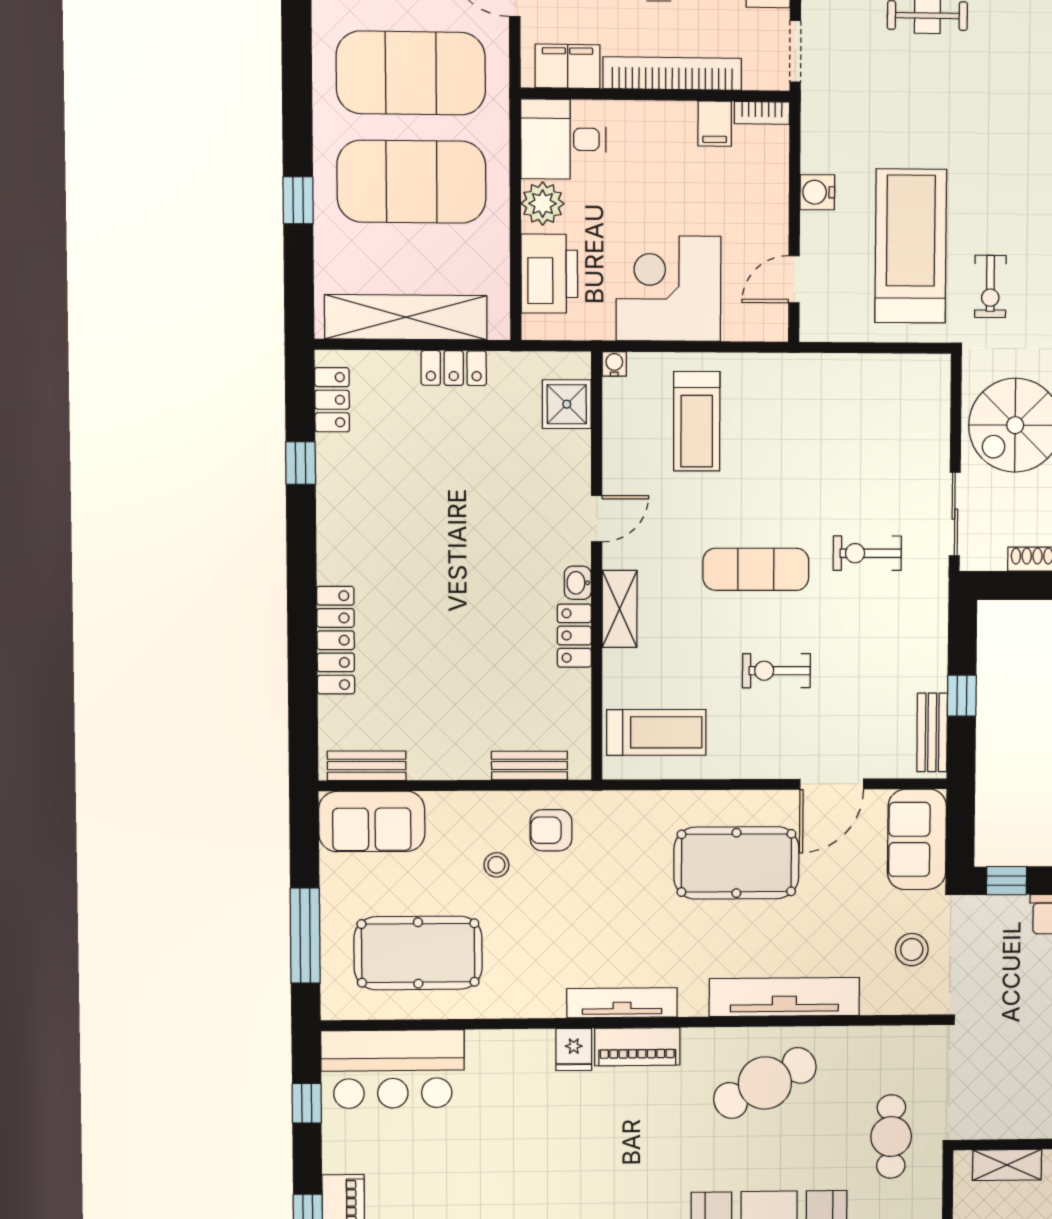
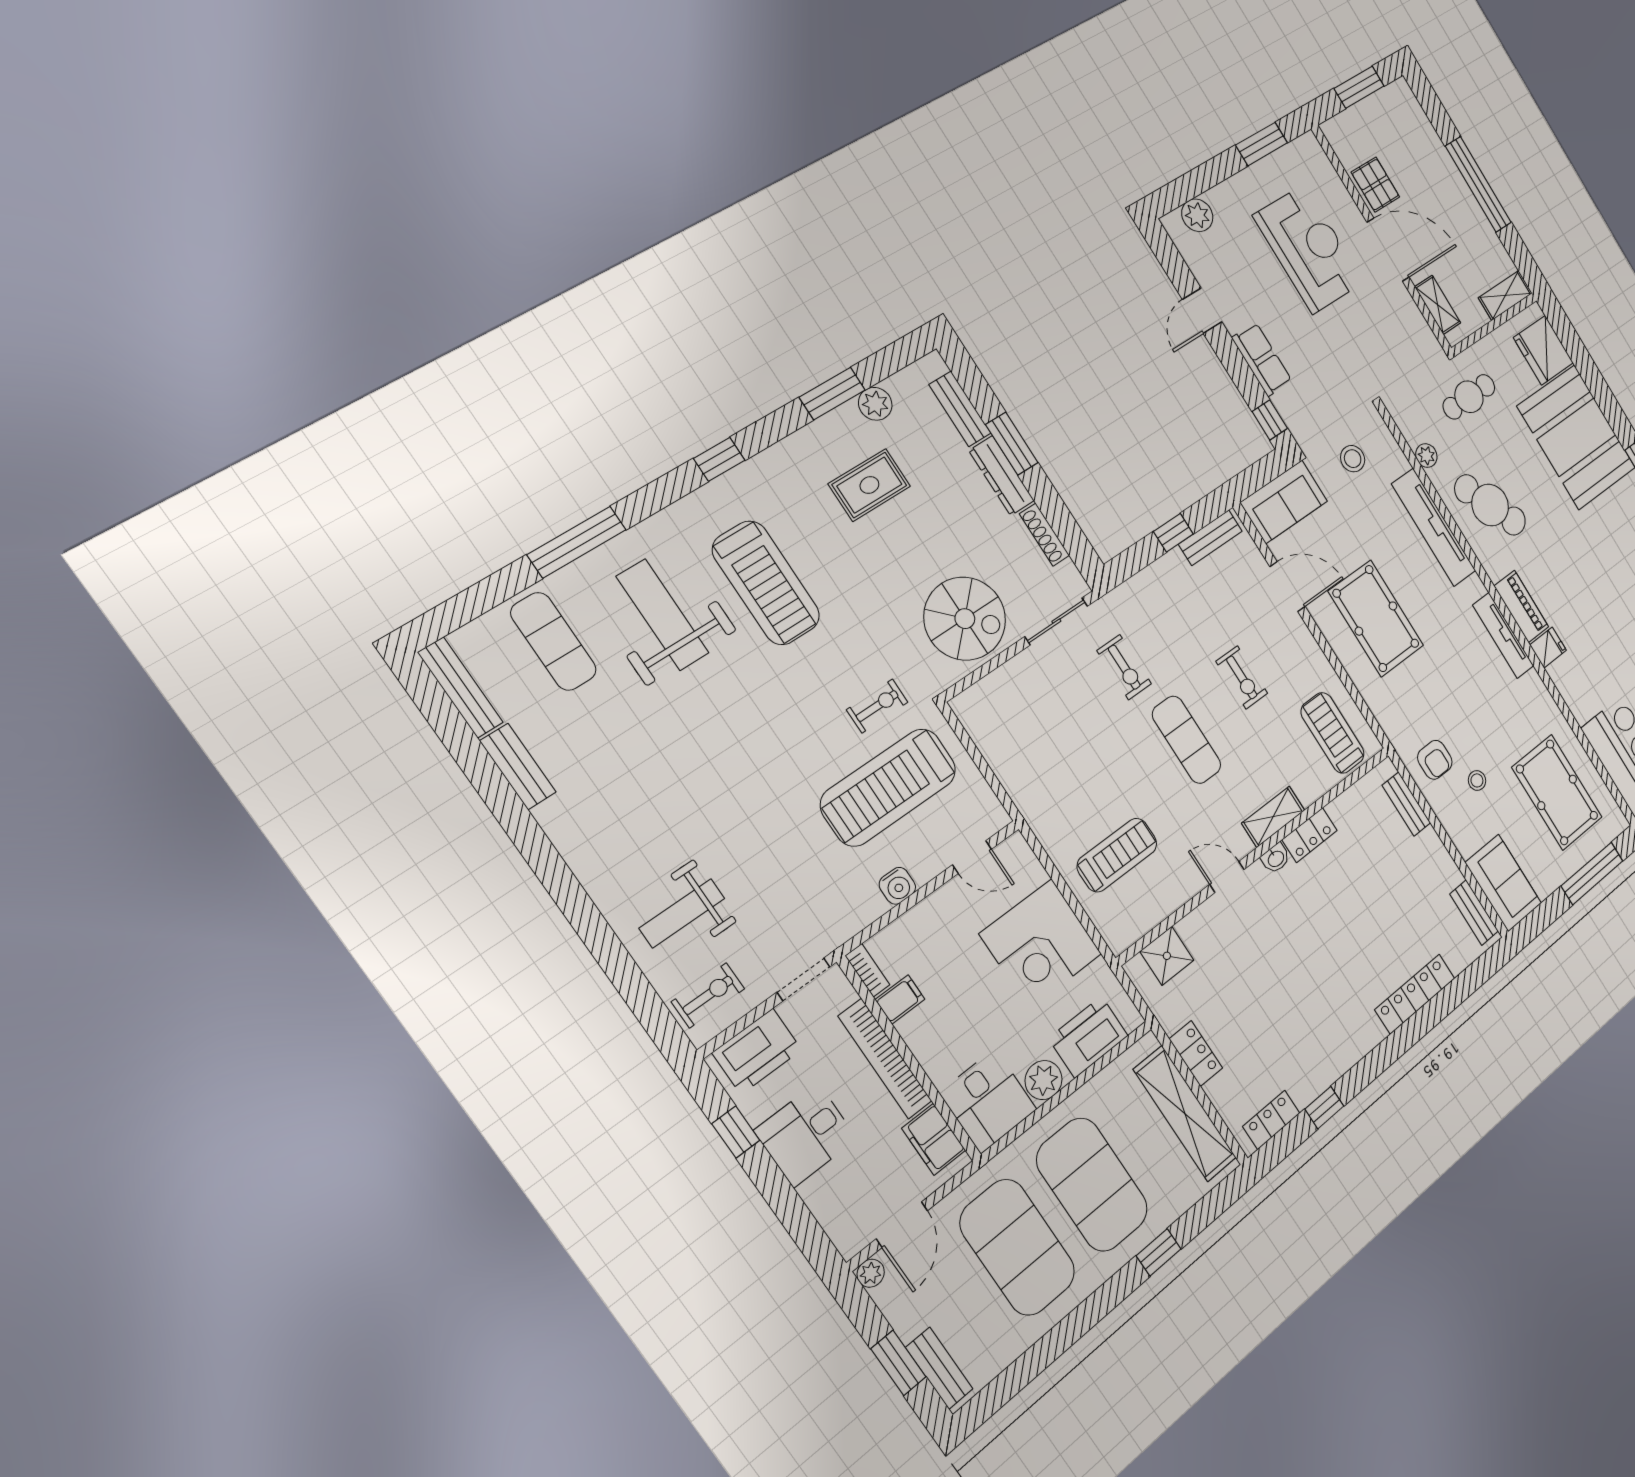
water cooler: (614, 364) -> (1118, 943), removed
plant: (862, 1041) -> (1426, 456), added

